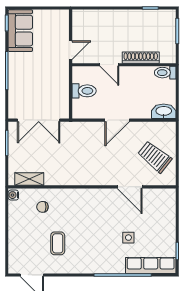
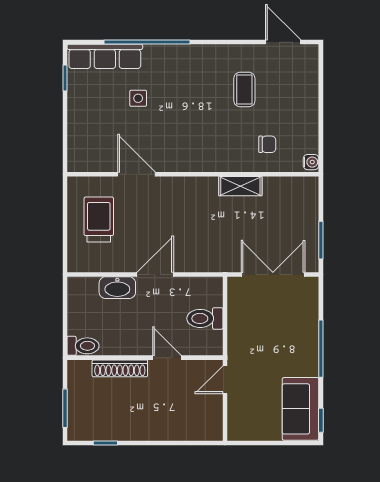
washbasin: (164, 111) -> (117, 288), moved
trolley: (155, 157) -> (99, 219), turned -129
shelving: (29, 179) -> (240, 186), moved

